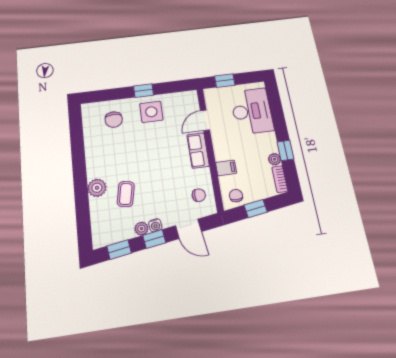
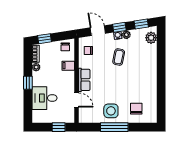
window: (144, 91) -> (114, 127), width x2.17
desk: (252, 111) -> (45, 98), width x0.73
door: (205, 120) -> (77, 100), hinge flipped
window: (285, 150) -> (28, 83), moved
plant: (97, 188) -> (151, 38), moved
coffee table: (126, 194) -> (119, 57), moved
window: (256, 209) -> (45, 39), moved

